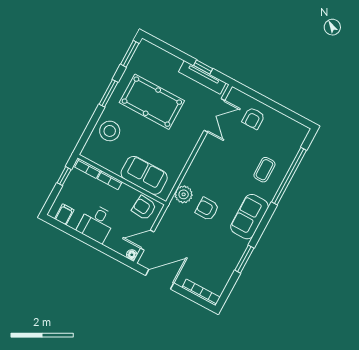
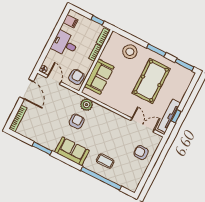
double door: (214, 115) -> (143, 125), swing flipped

